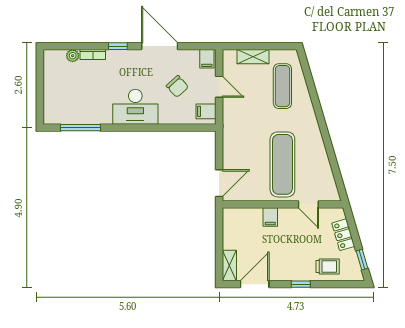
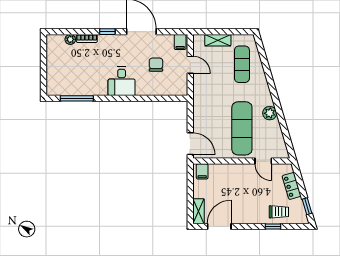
chair: (177, 86) -> (156, 65), turned -138
desk: (135, 107) -> (122, 81), width x0.73
filing cabinet: (206, 111) -> (179, 85), removed
plant: (316, 146) -> (270, 113), added
door: (219, 183) -> (190, 144), hinge flipped
filing cabinet: (270, 217) -> (202, 171), moved
window: (301, 284) -> (273, 226), moved

